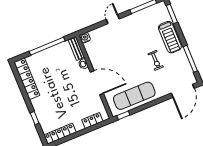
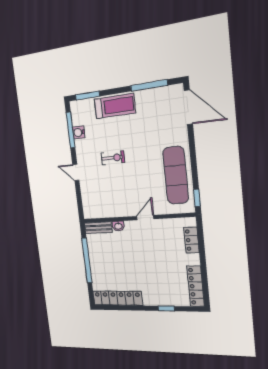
water cooler: (85, 38) -> (79, 132), moved
exercise bike: (156, 60) -> (113, 158), moved
door: (97, 83) -> (145, 218), width x0.53

